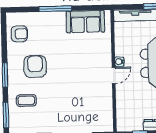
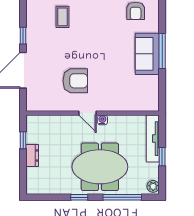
sofa: (85, 22) -> (147, 54), moved
armchair: (35, 66) -> (75, 81), moved

